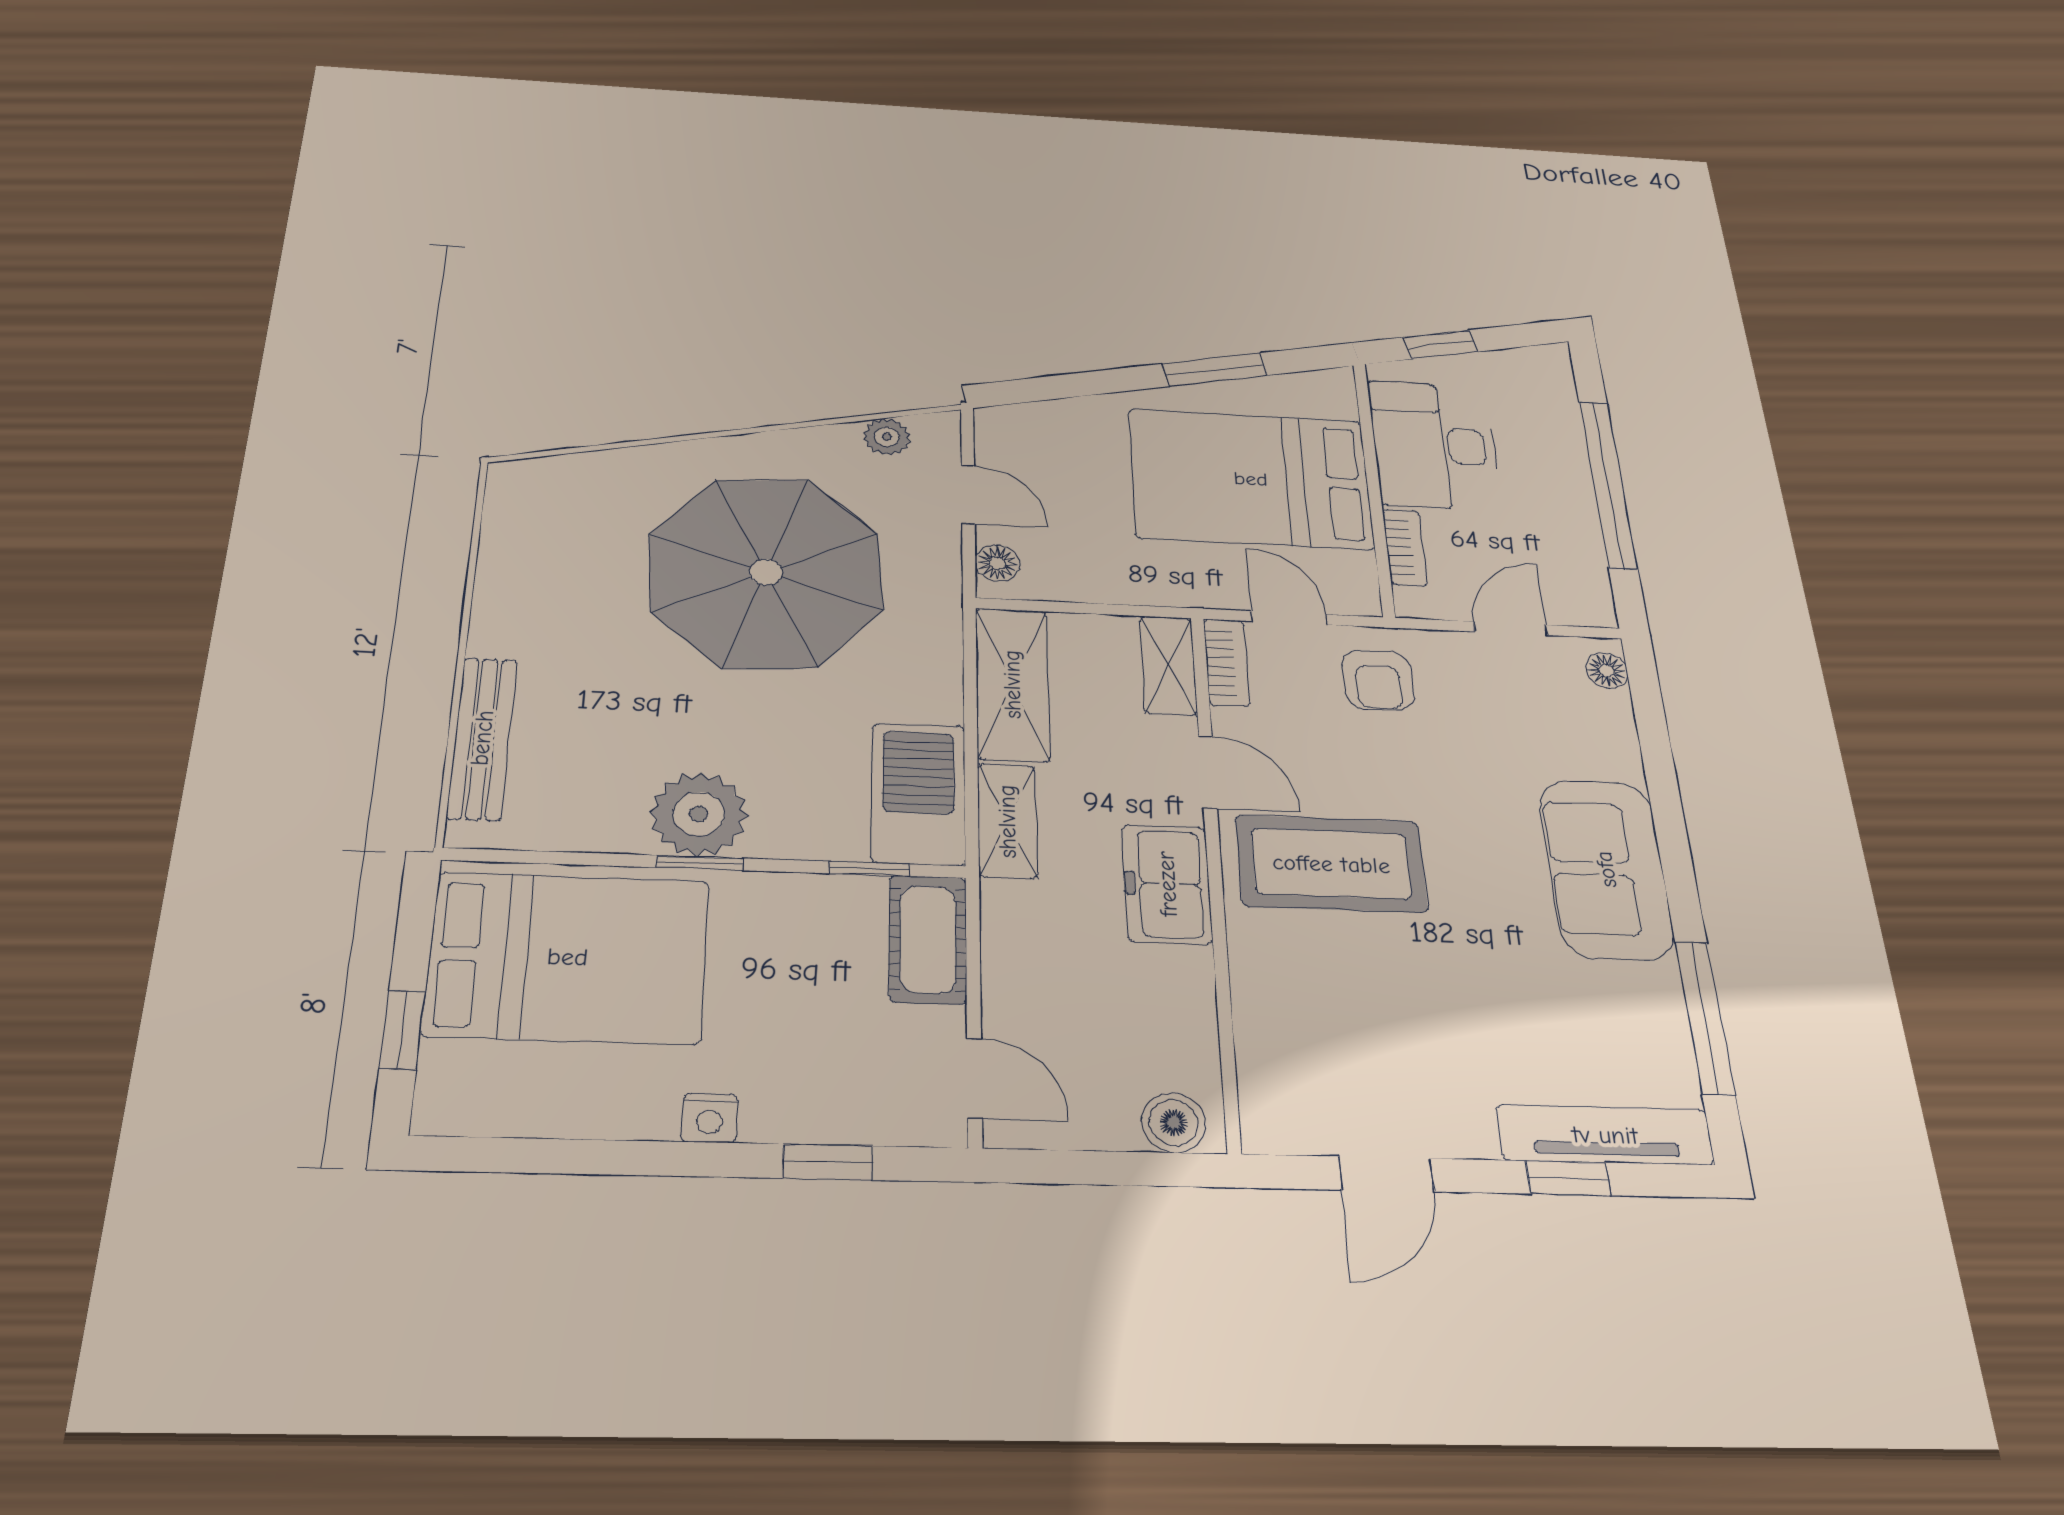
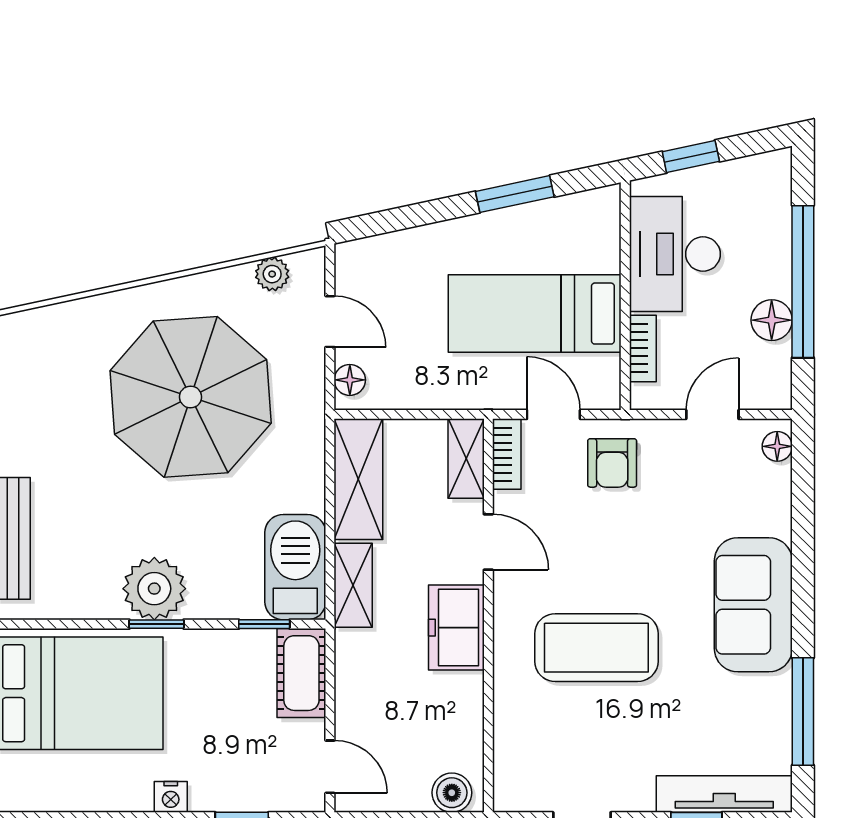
bed: (1251, 479) -> (535, 314), width x0.67
floor lamp: (1574, 524) -> (772, 320), added
coffee table: (1331, 864) -> (596, 648), moved

